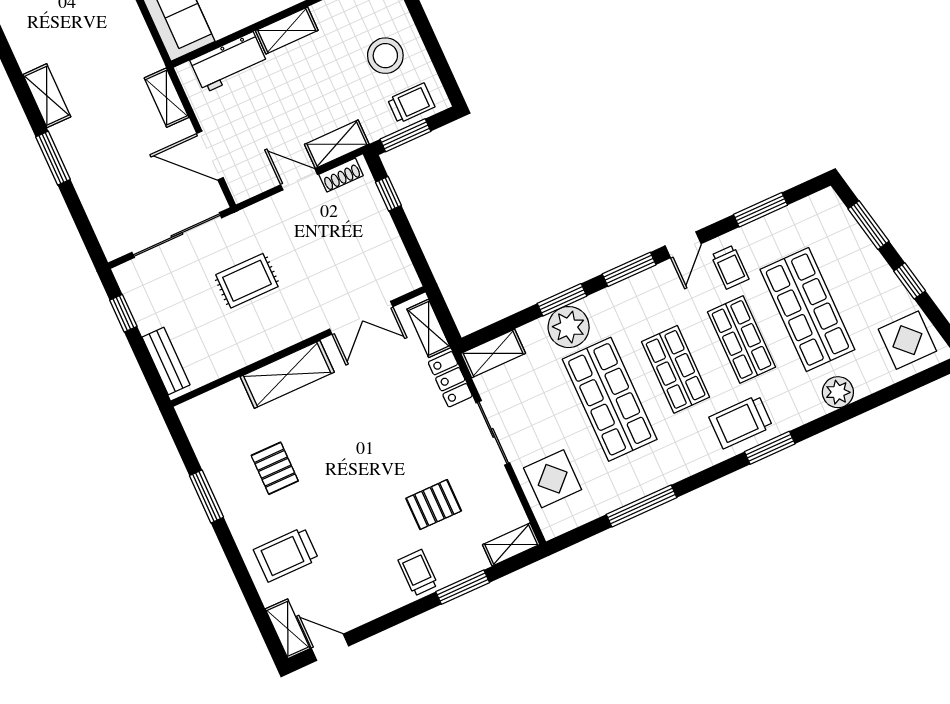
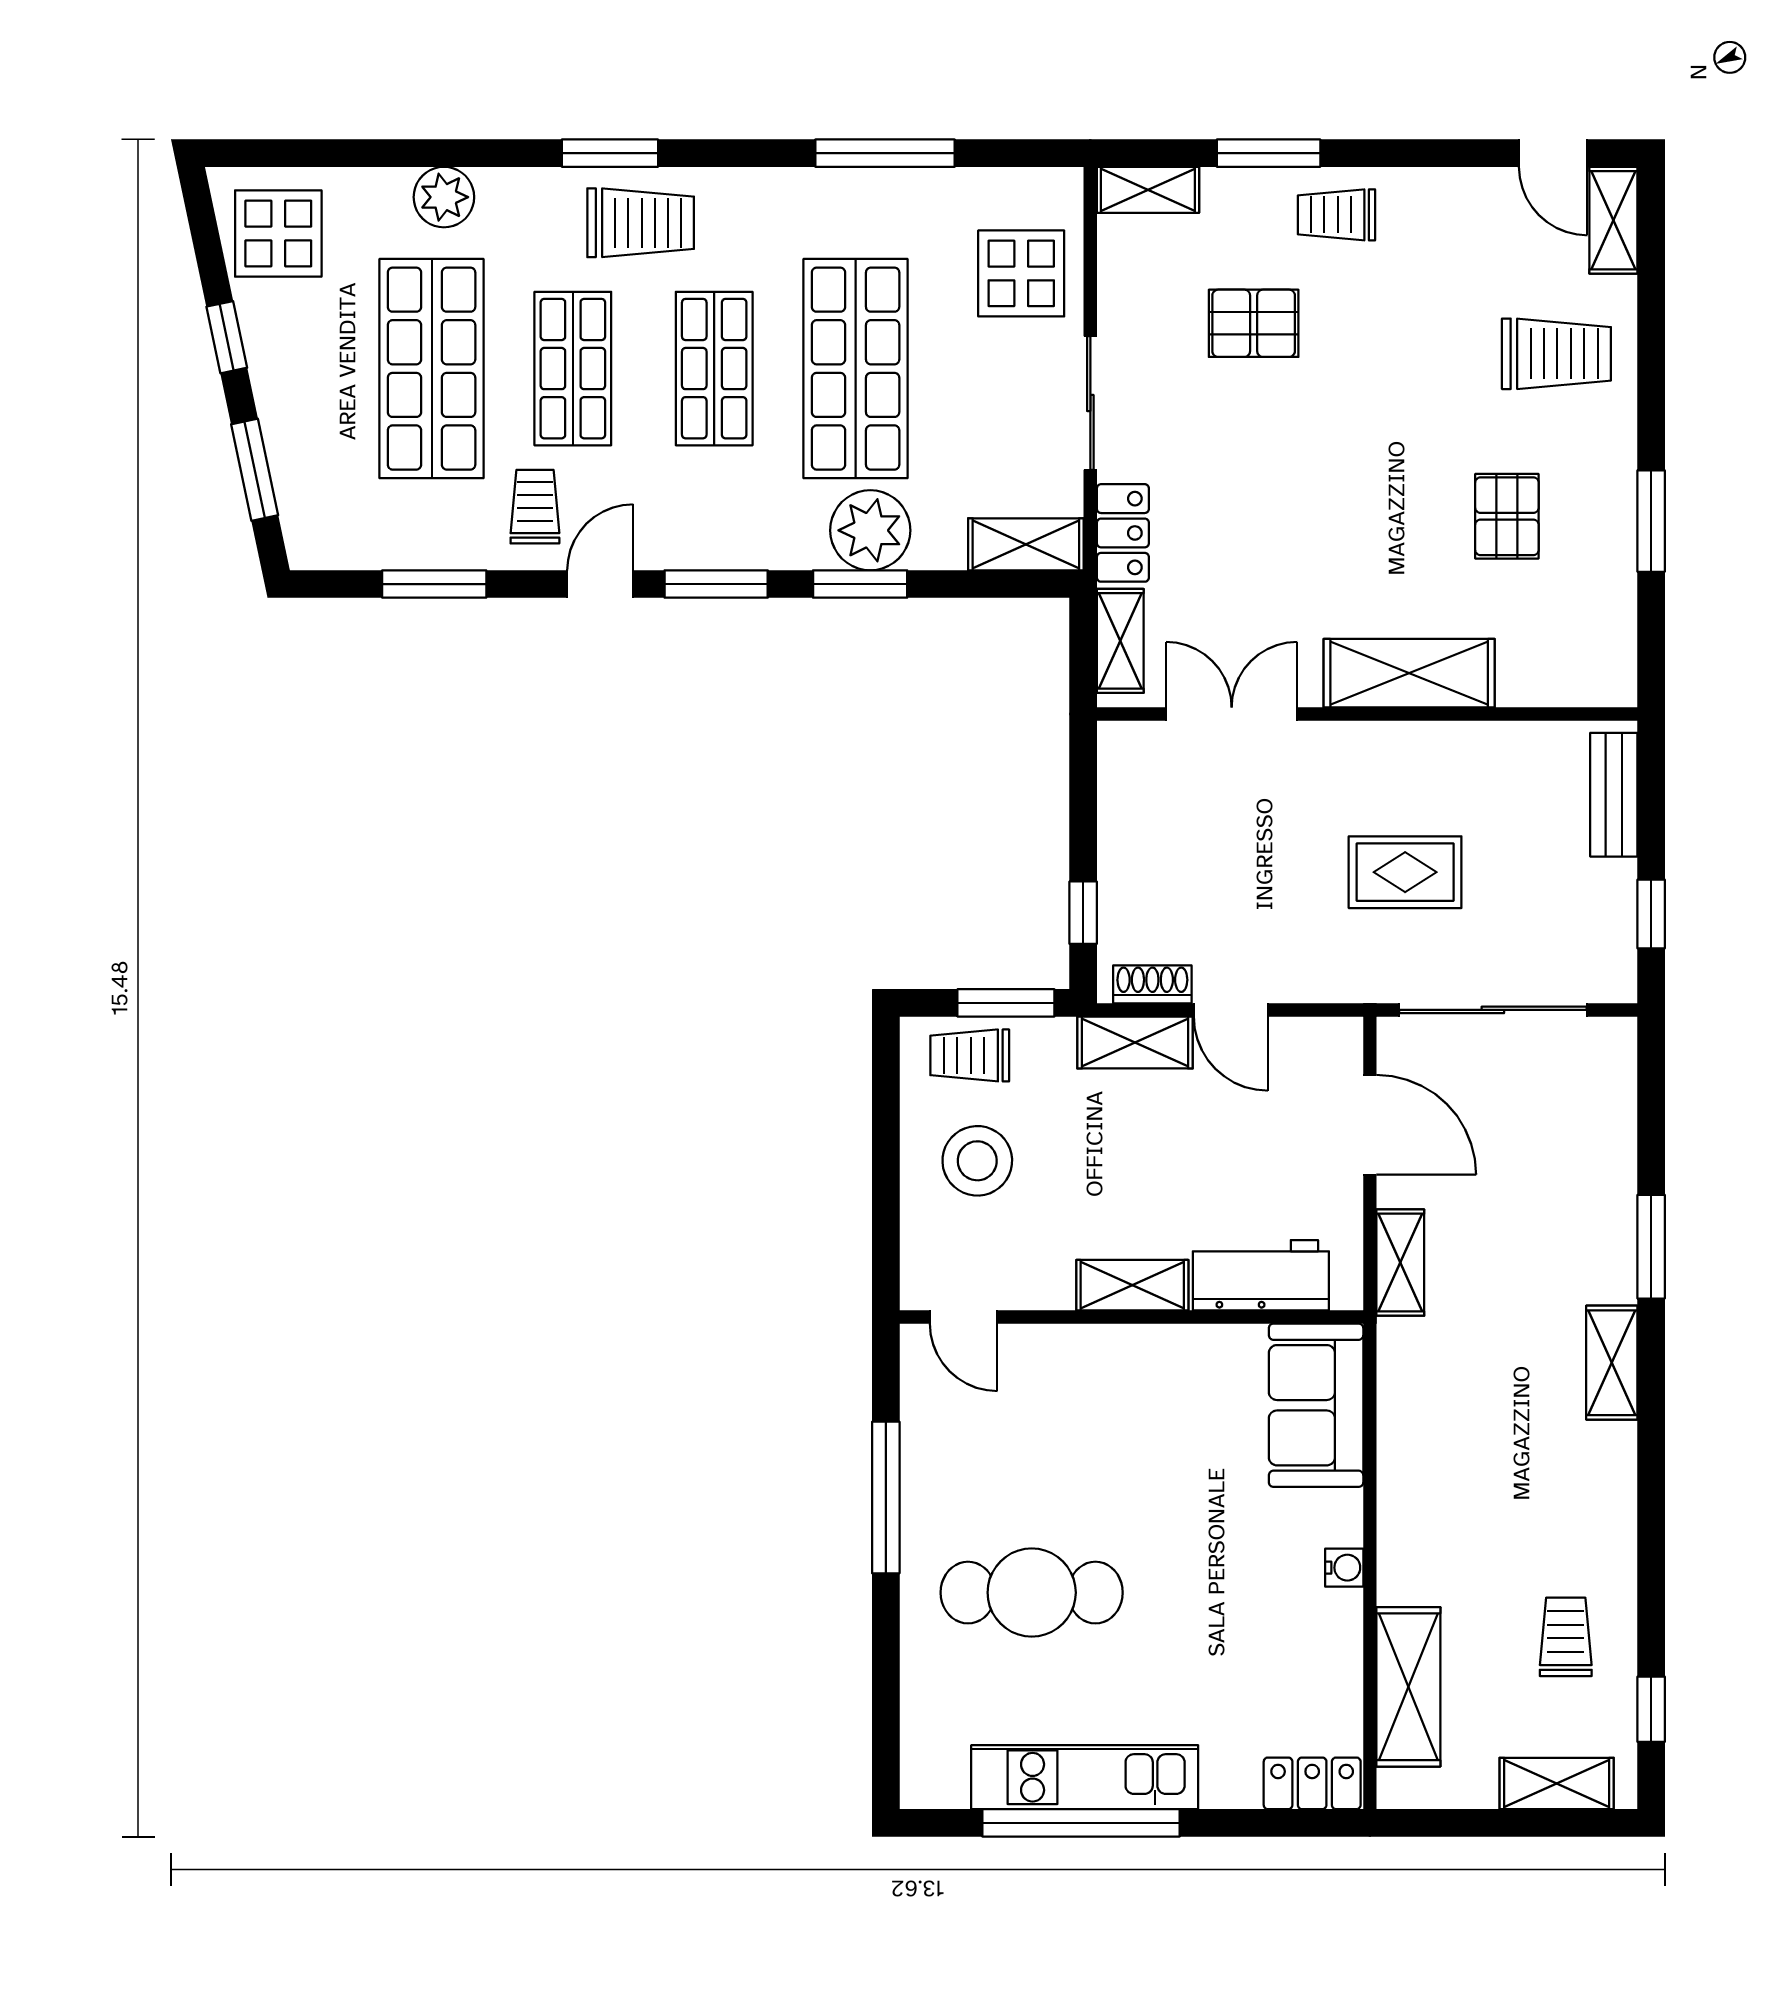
trolley: (418, 573) -> (1336, 215), turned 90

